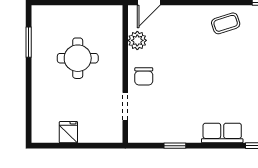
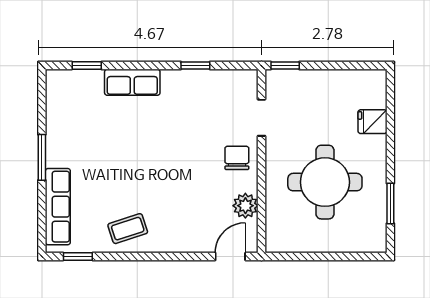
round table: (78, 58) -> (325, 182), width x1.36, depth x1.36
fridge: (68, 132) -> (372, 122), moved, turned 90
window: (108, 146) -> (285, 66), added

